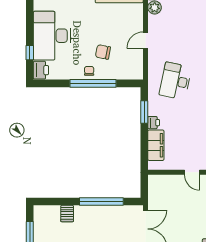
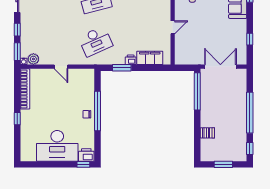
chair: (103, 52) -> (71, 103), removed
window: (30, 53) -> (83, 164), moved
desk: (175, 81) -> (95, 41), turned -36
window: (101, 201) -> (197, 91), moved

